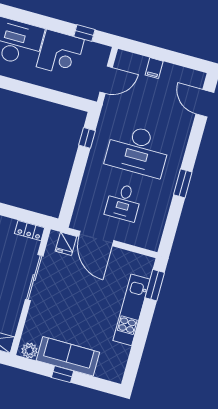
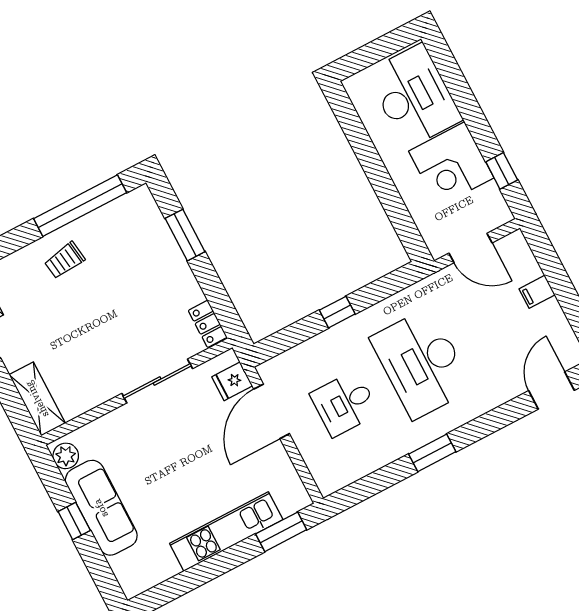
window: (87, 138) -> (337, 312), moved

